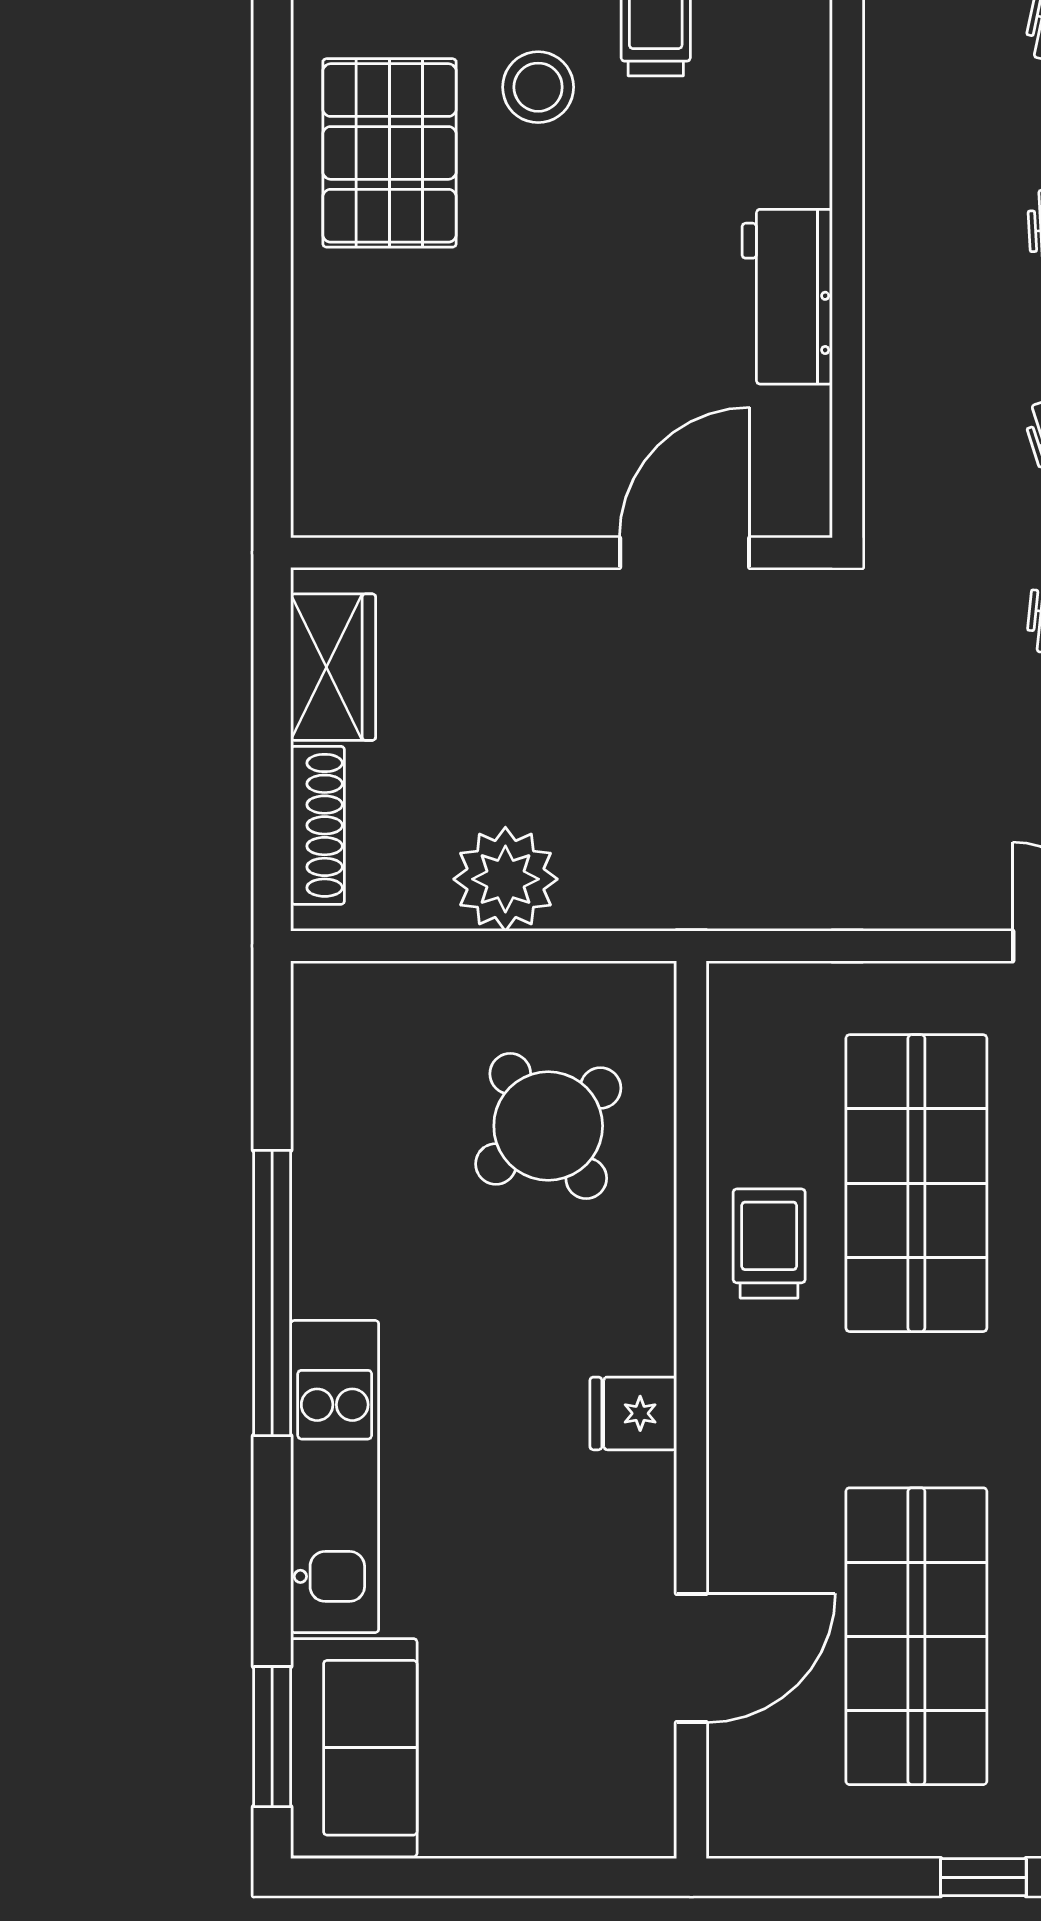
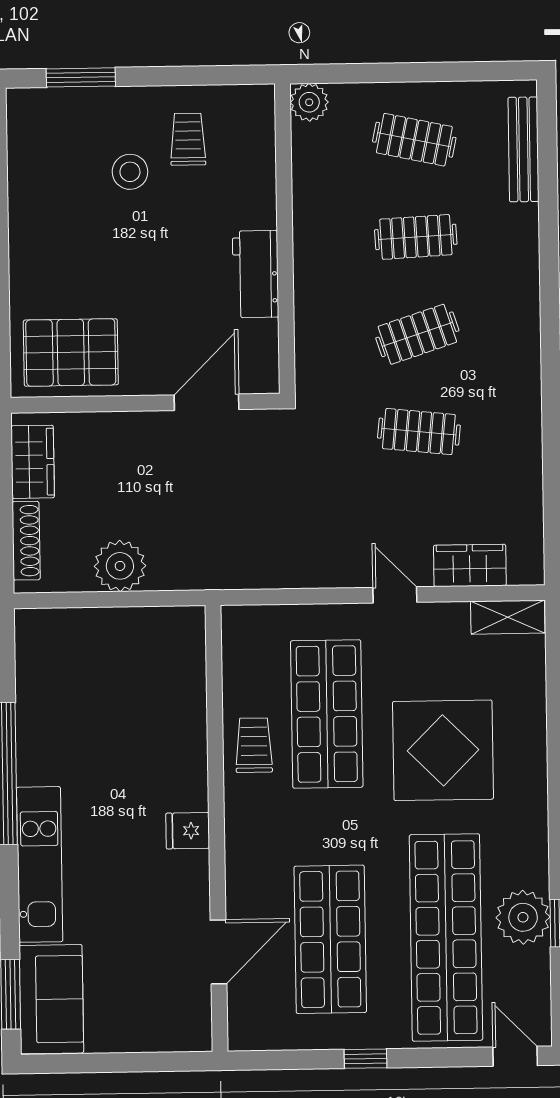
pallet: (390, 153) -> (71, 352), moved, turned 90
round table: (548, 1126) -> (143, 688), removed

